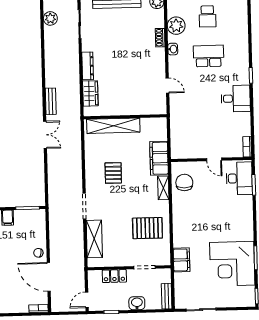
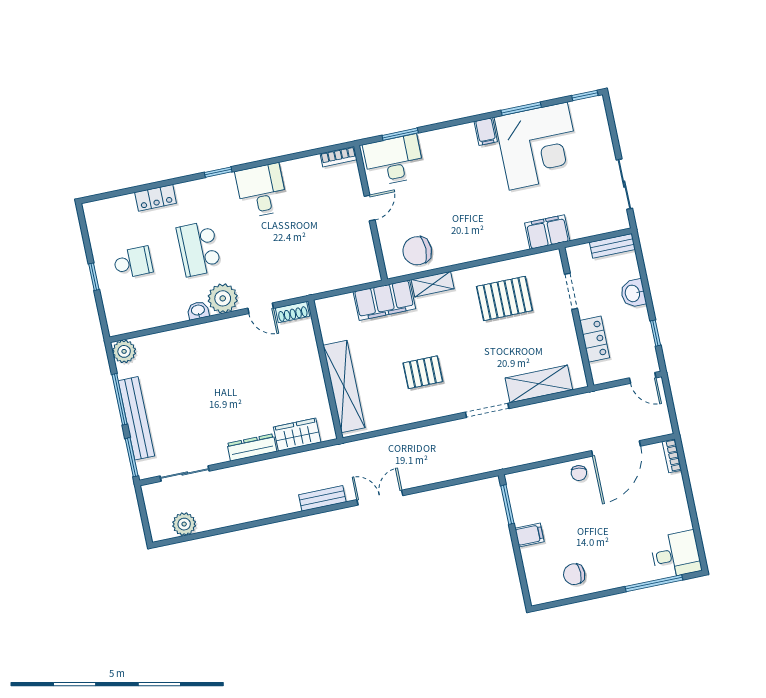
plant: (176, 26) -> (223, 298), moved
locker: (243, 36) -> (156, 198), added
shoe rack: (160, 38) -> (292, 312), moved
door: (167, 86) -> (261, 308), swing flipped
pallet: (147, 228) -> (504, 298), turned 90
filing cabinet: (246, 235) -> (486, 132), added

